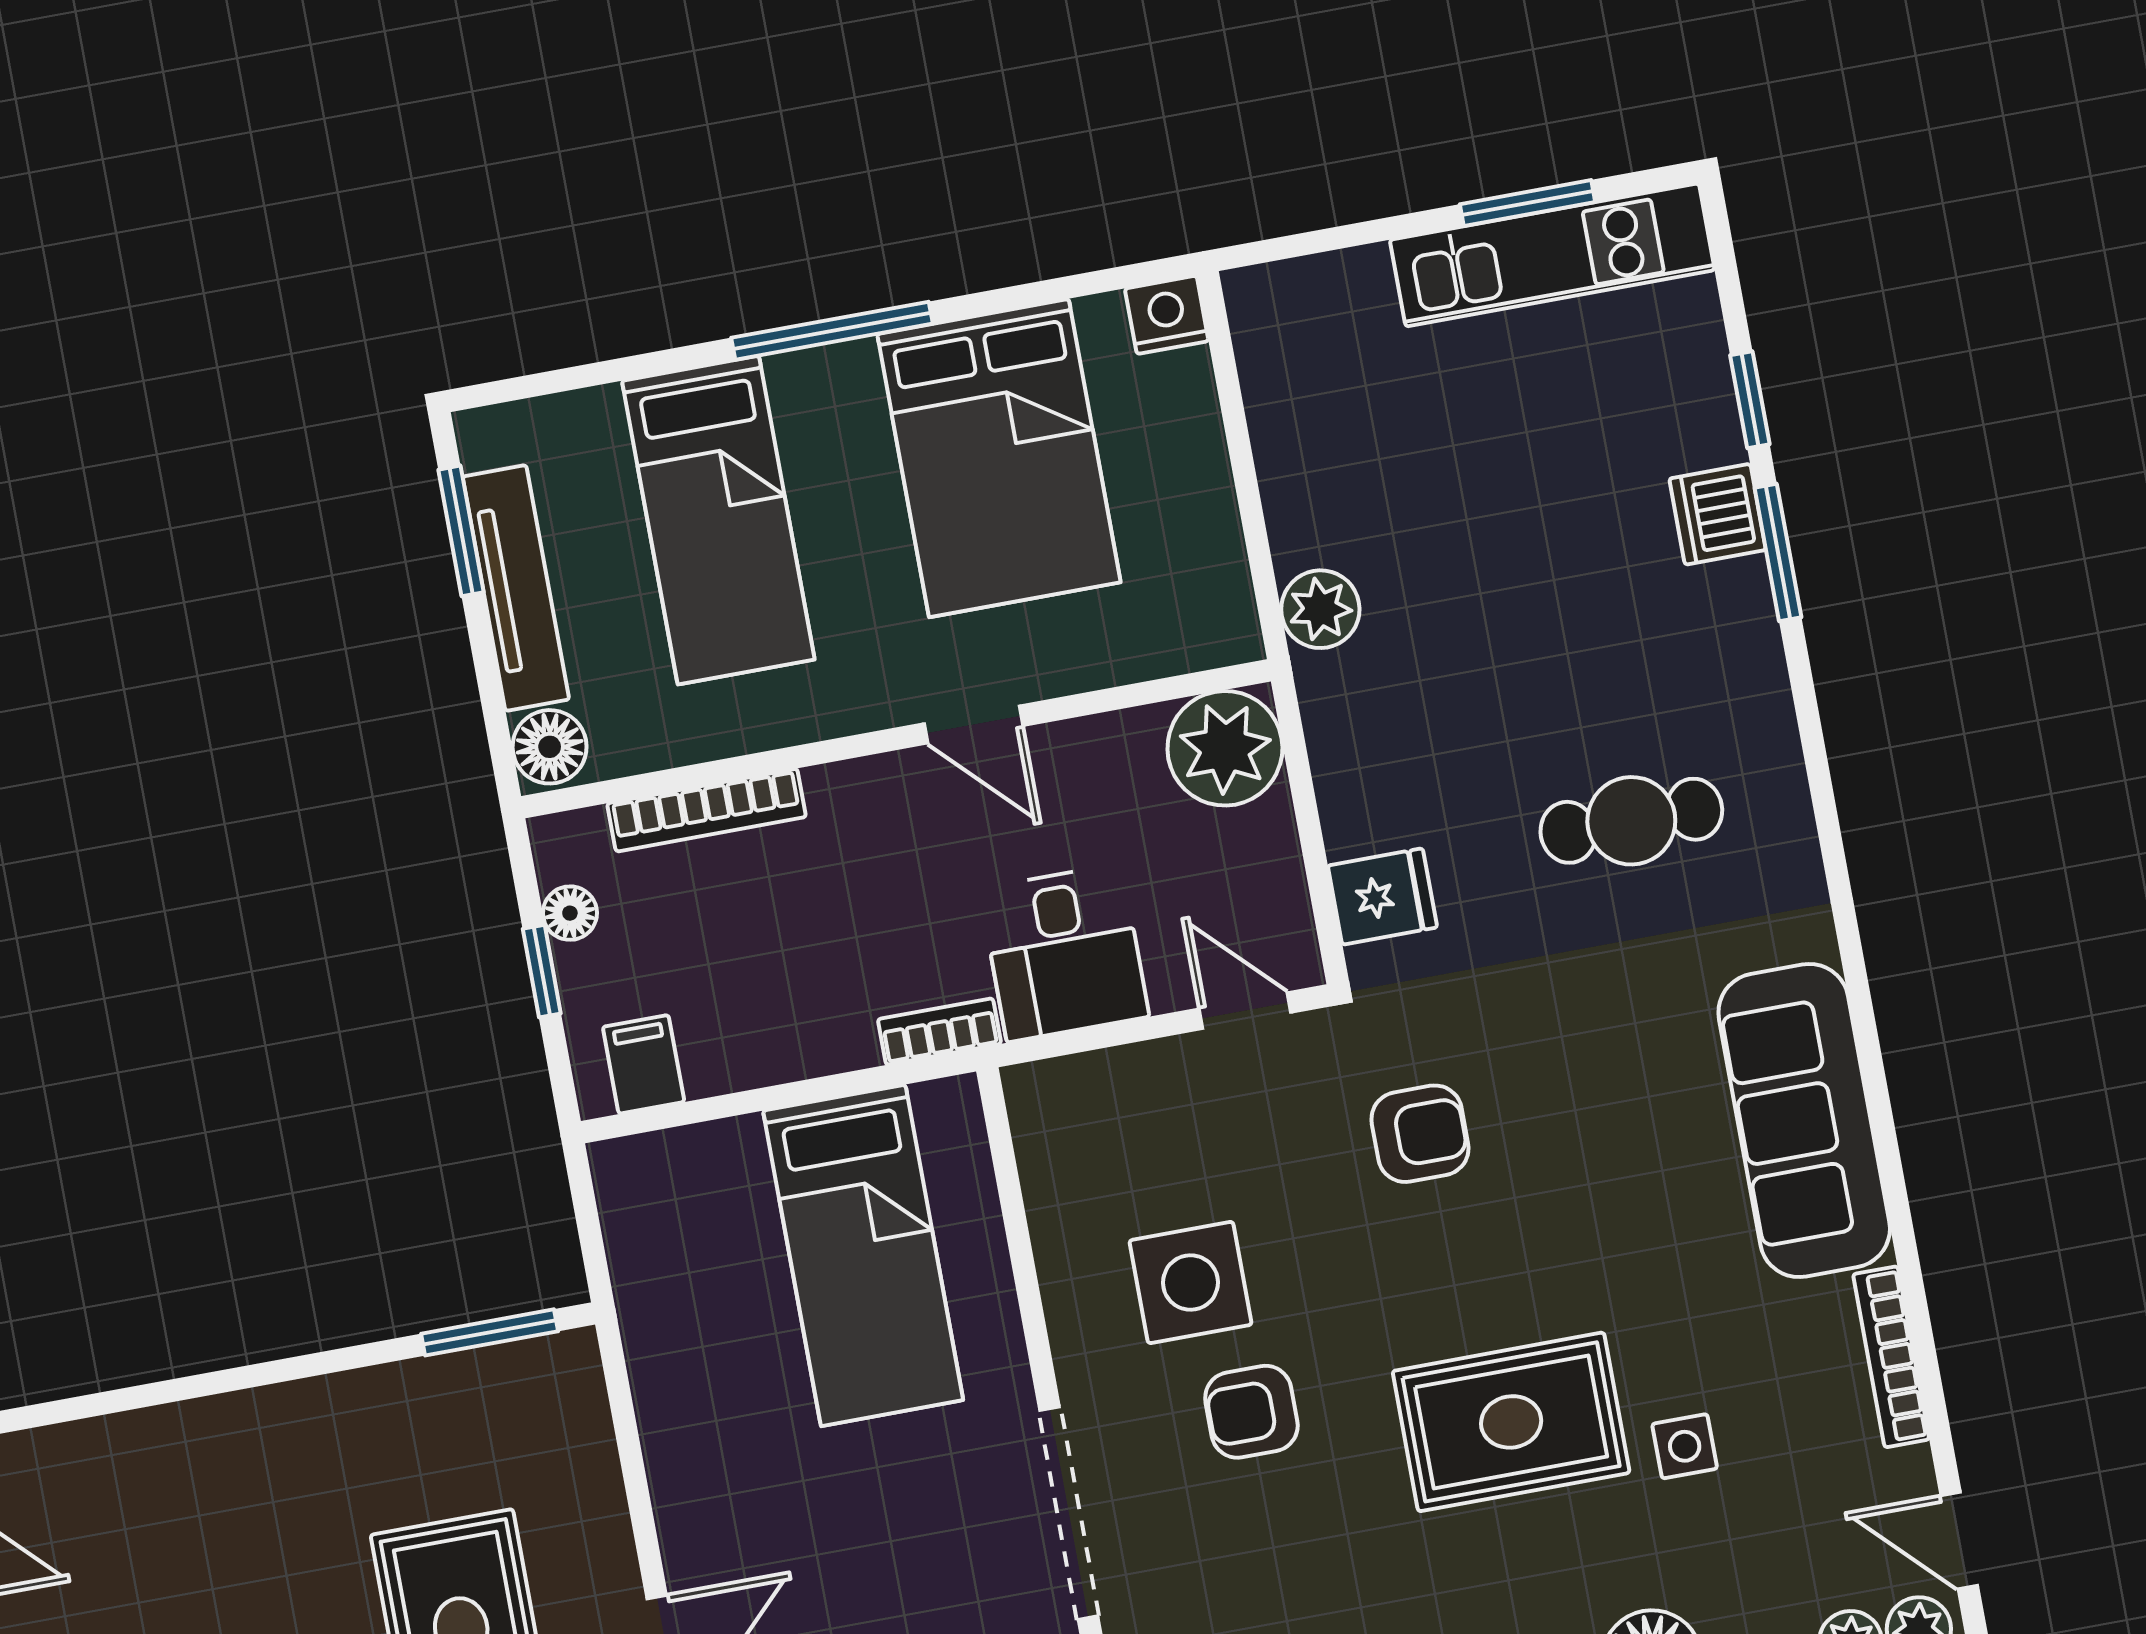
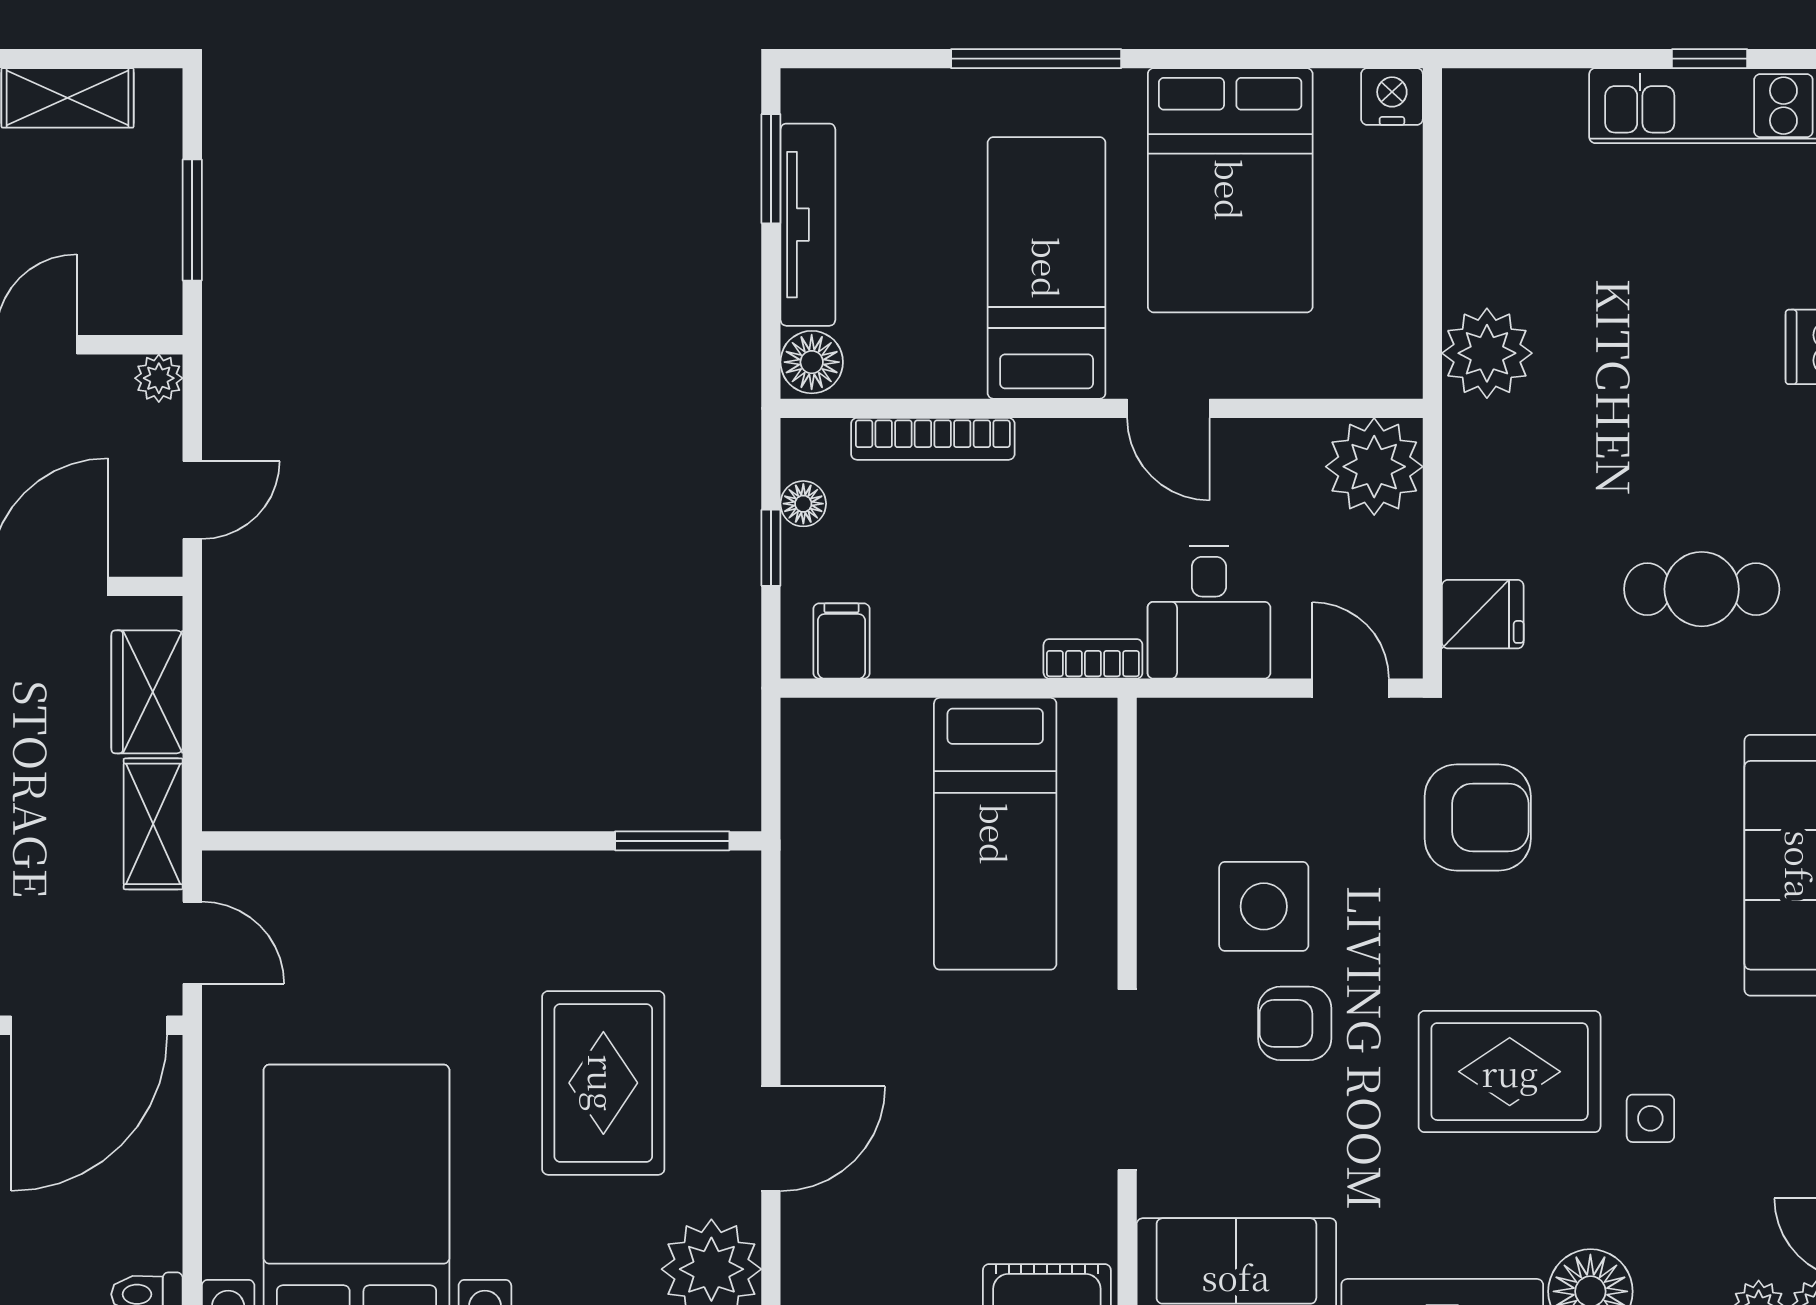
window: (1527, 203) -> (1710, 59), width x0.67
window: (832, 331) -> (1036, 59), moved
bed: (718, 520) -> (1047, 268), moved, turned 180
plant: (1320, 609) -> (1487, 353), width x1.36, depth x1.36
armchair: (1420, 1134) -> (1478, 817), width x1.38, depth x1.38

